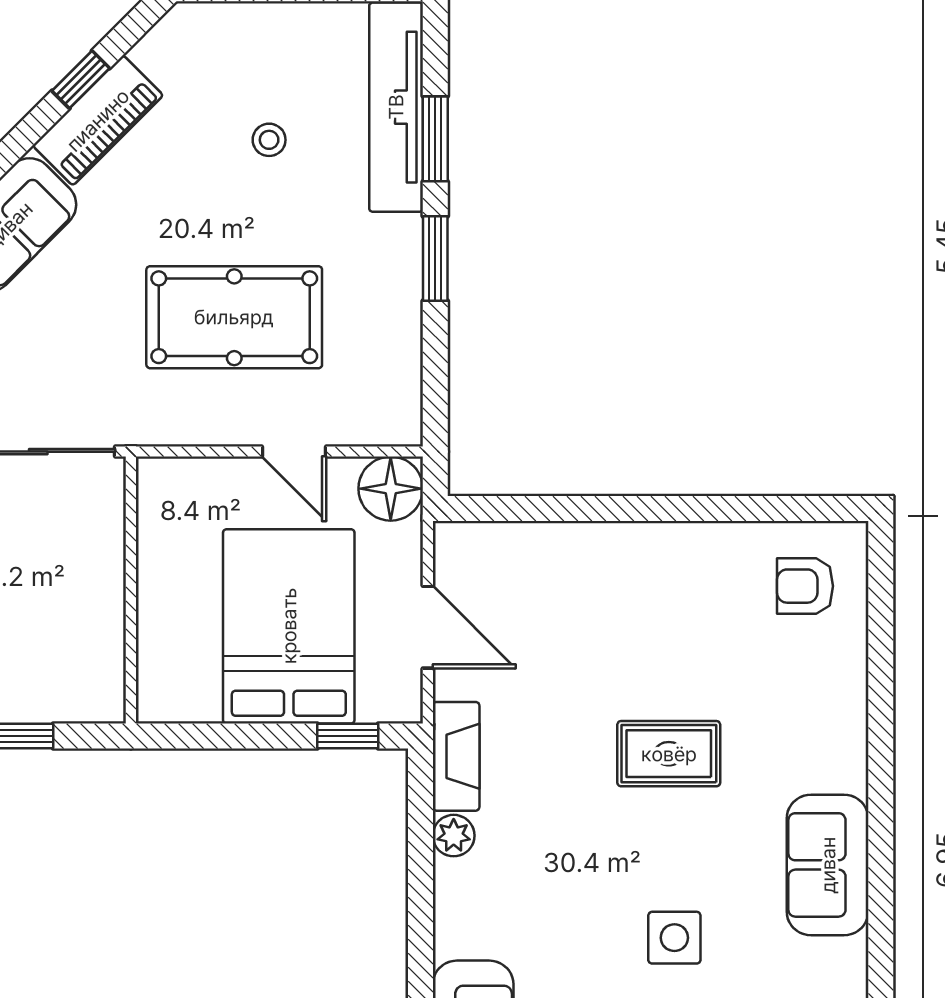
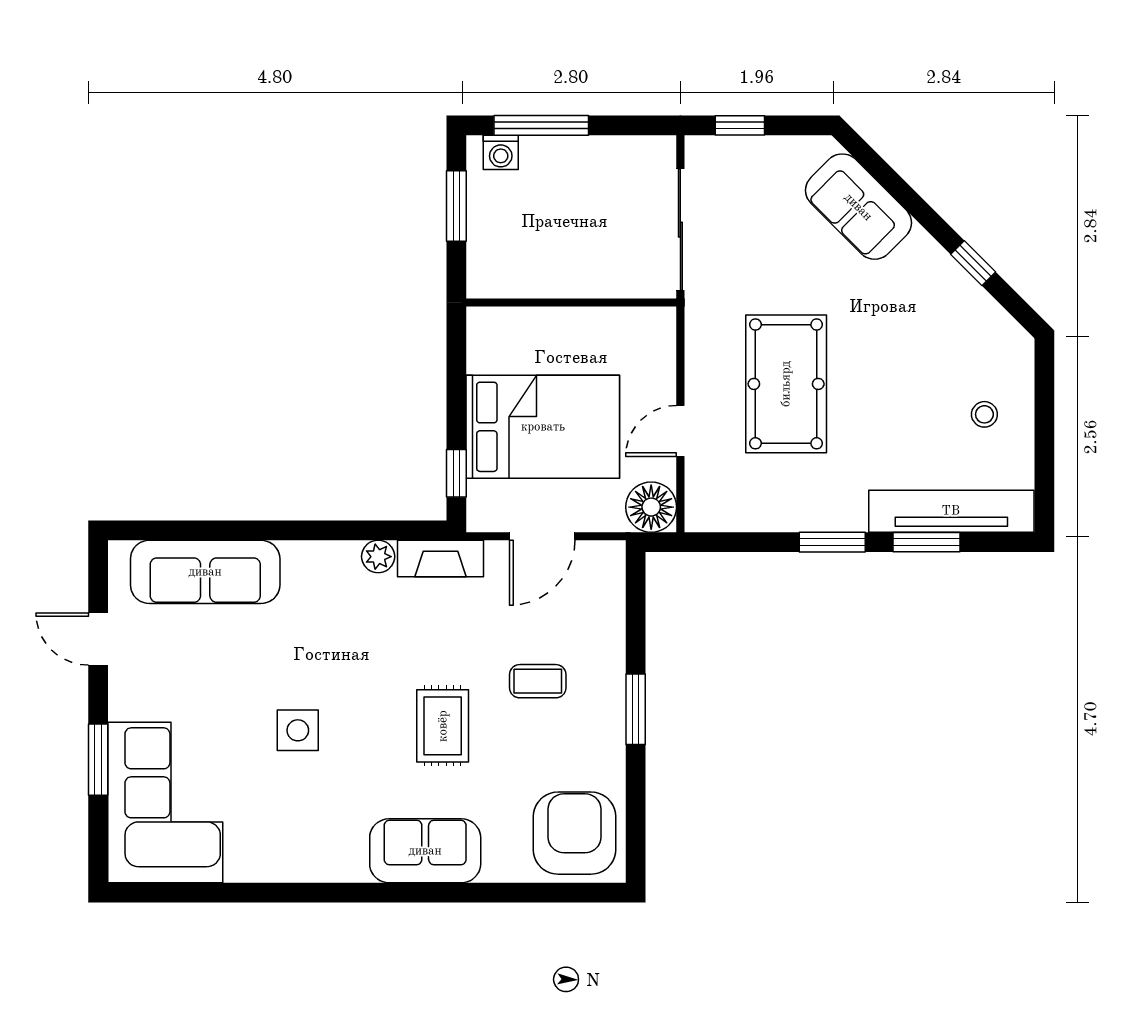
piano: (98, 120) -> (941, 277), removed
stool: (269, 140) -> (984, 414), moved
window: (648, 508) -> (636, 709), added
armchair: (805, 586) -> (575, 833), width x1.88, depth x1.88
coffee table: (612, 633) -> (538, 681), added
sofa: (828, 865) -> (425, 851), moved

